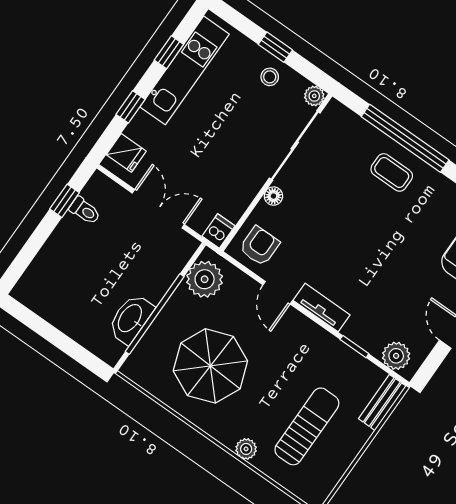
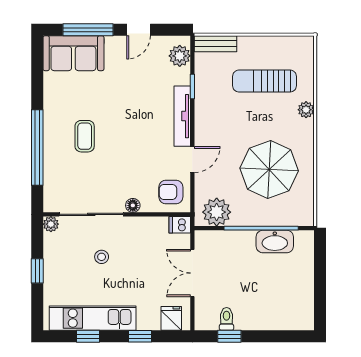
stool: (270, 77) -> (102, 257), moved
coffee table: (392, 172) -> (85, 136), moved
tv unit: (322, 308) -> (182, 116), width x1.41

